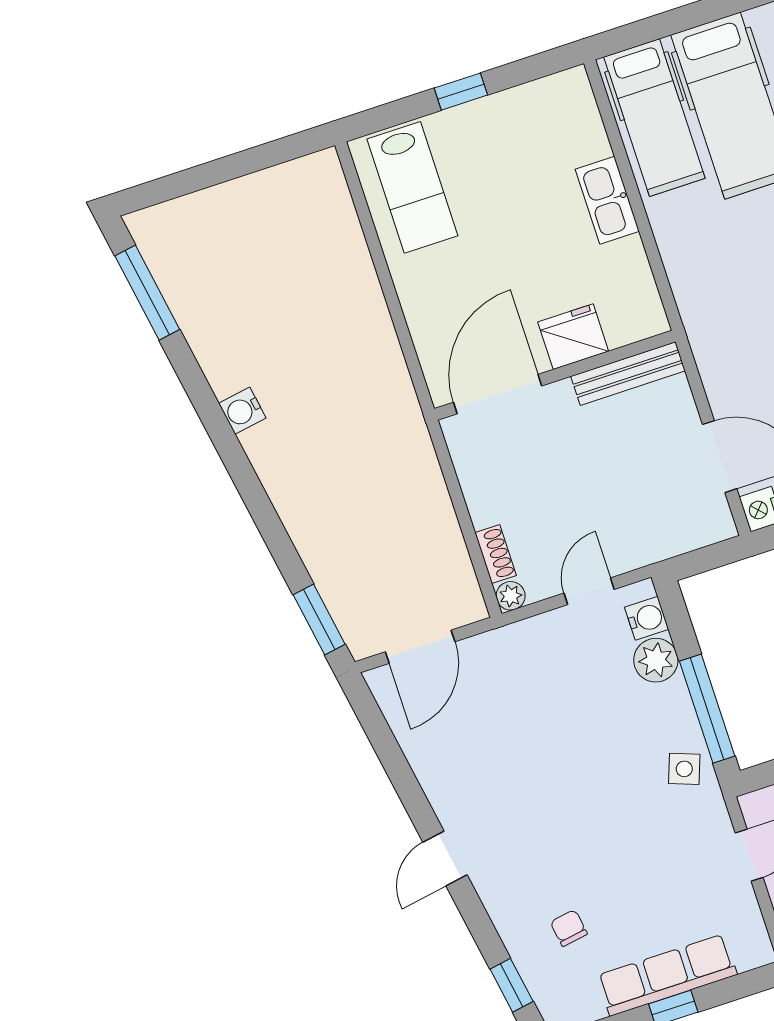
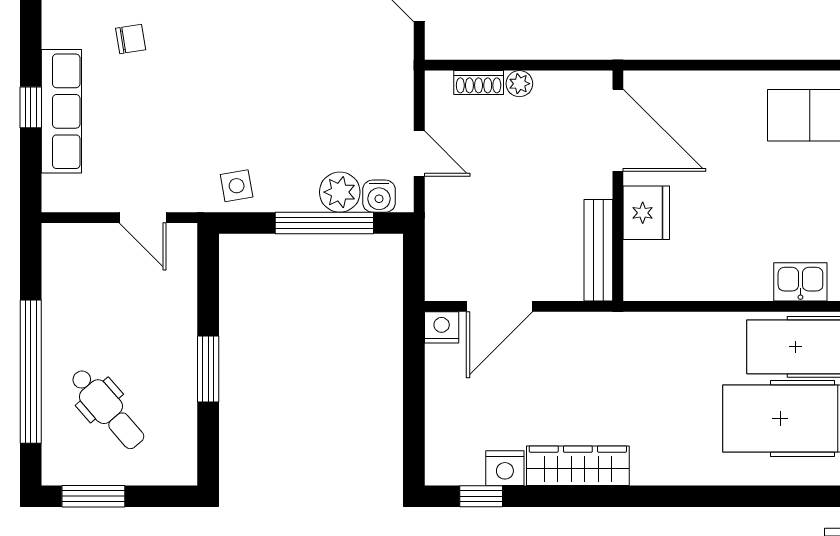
kitchen sink: (607, 200) -> (800, 282), moved, width x0.73
plant: (511, 596) -> (519, 84), moved
window: (707, 709) -> (324, 223), moved
side table: (684, 769) -> (237, 186), turned -30

